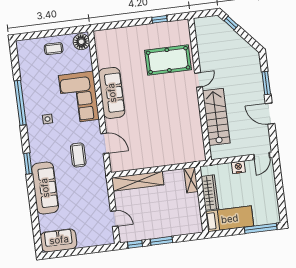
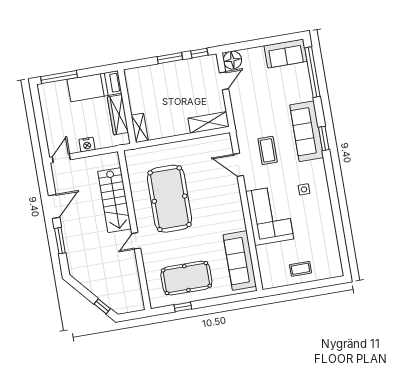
floor lamp: (81, 42) -> (232, 60), moved
pool table: (168, 60) -> (186, 278), moved
sofa: (112, 93) -> (240, 261), moved
window: (20, 103) -> (312, 72), moved
door: (270, 114) -> (54, 206), hinge flipped
pool table: (167, 116) -> (169, 199), added
shelving: (138, 181) -> (209, 122), width x0.68
sofa: (45, 188) -> (307, 131), moved
door: (114, 219) -> (224, 81), swing flipped

